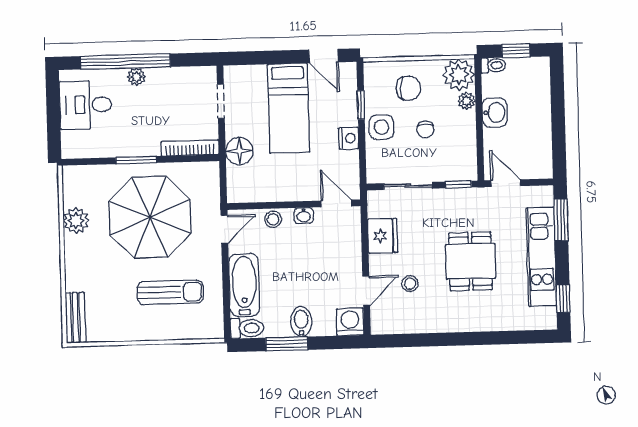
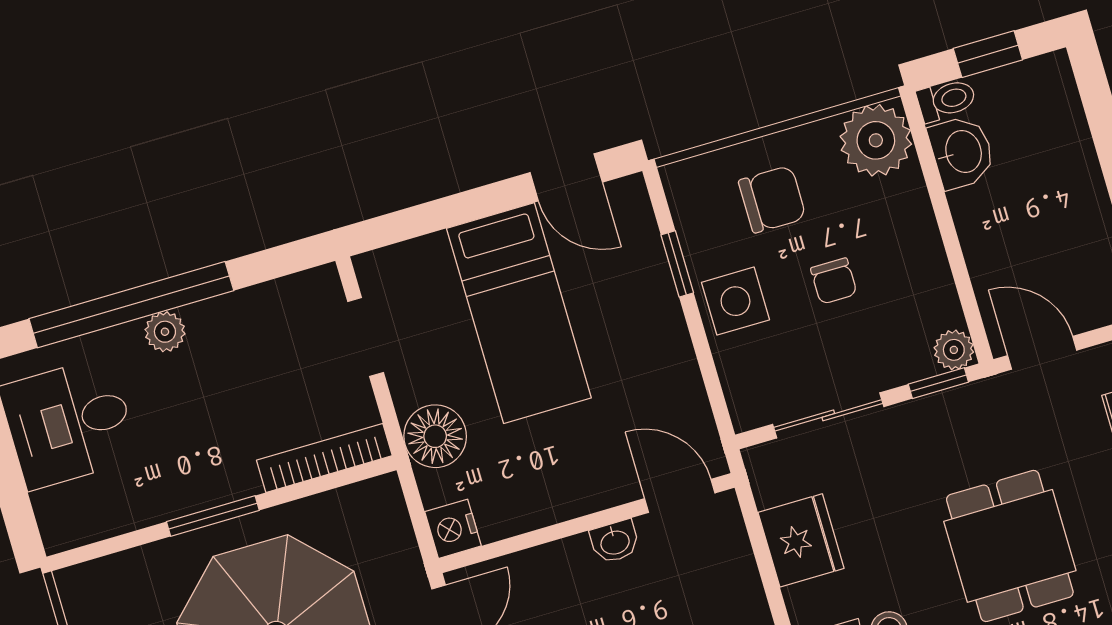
plant: (467, 101) -> (954, 350), moved
washbasin: (495, 113) -> (962, 152), moved
nightstand: (349, 138) -> (453, 529), moved, turned 180
stool: (273, 219) -> (549, 568), removed

